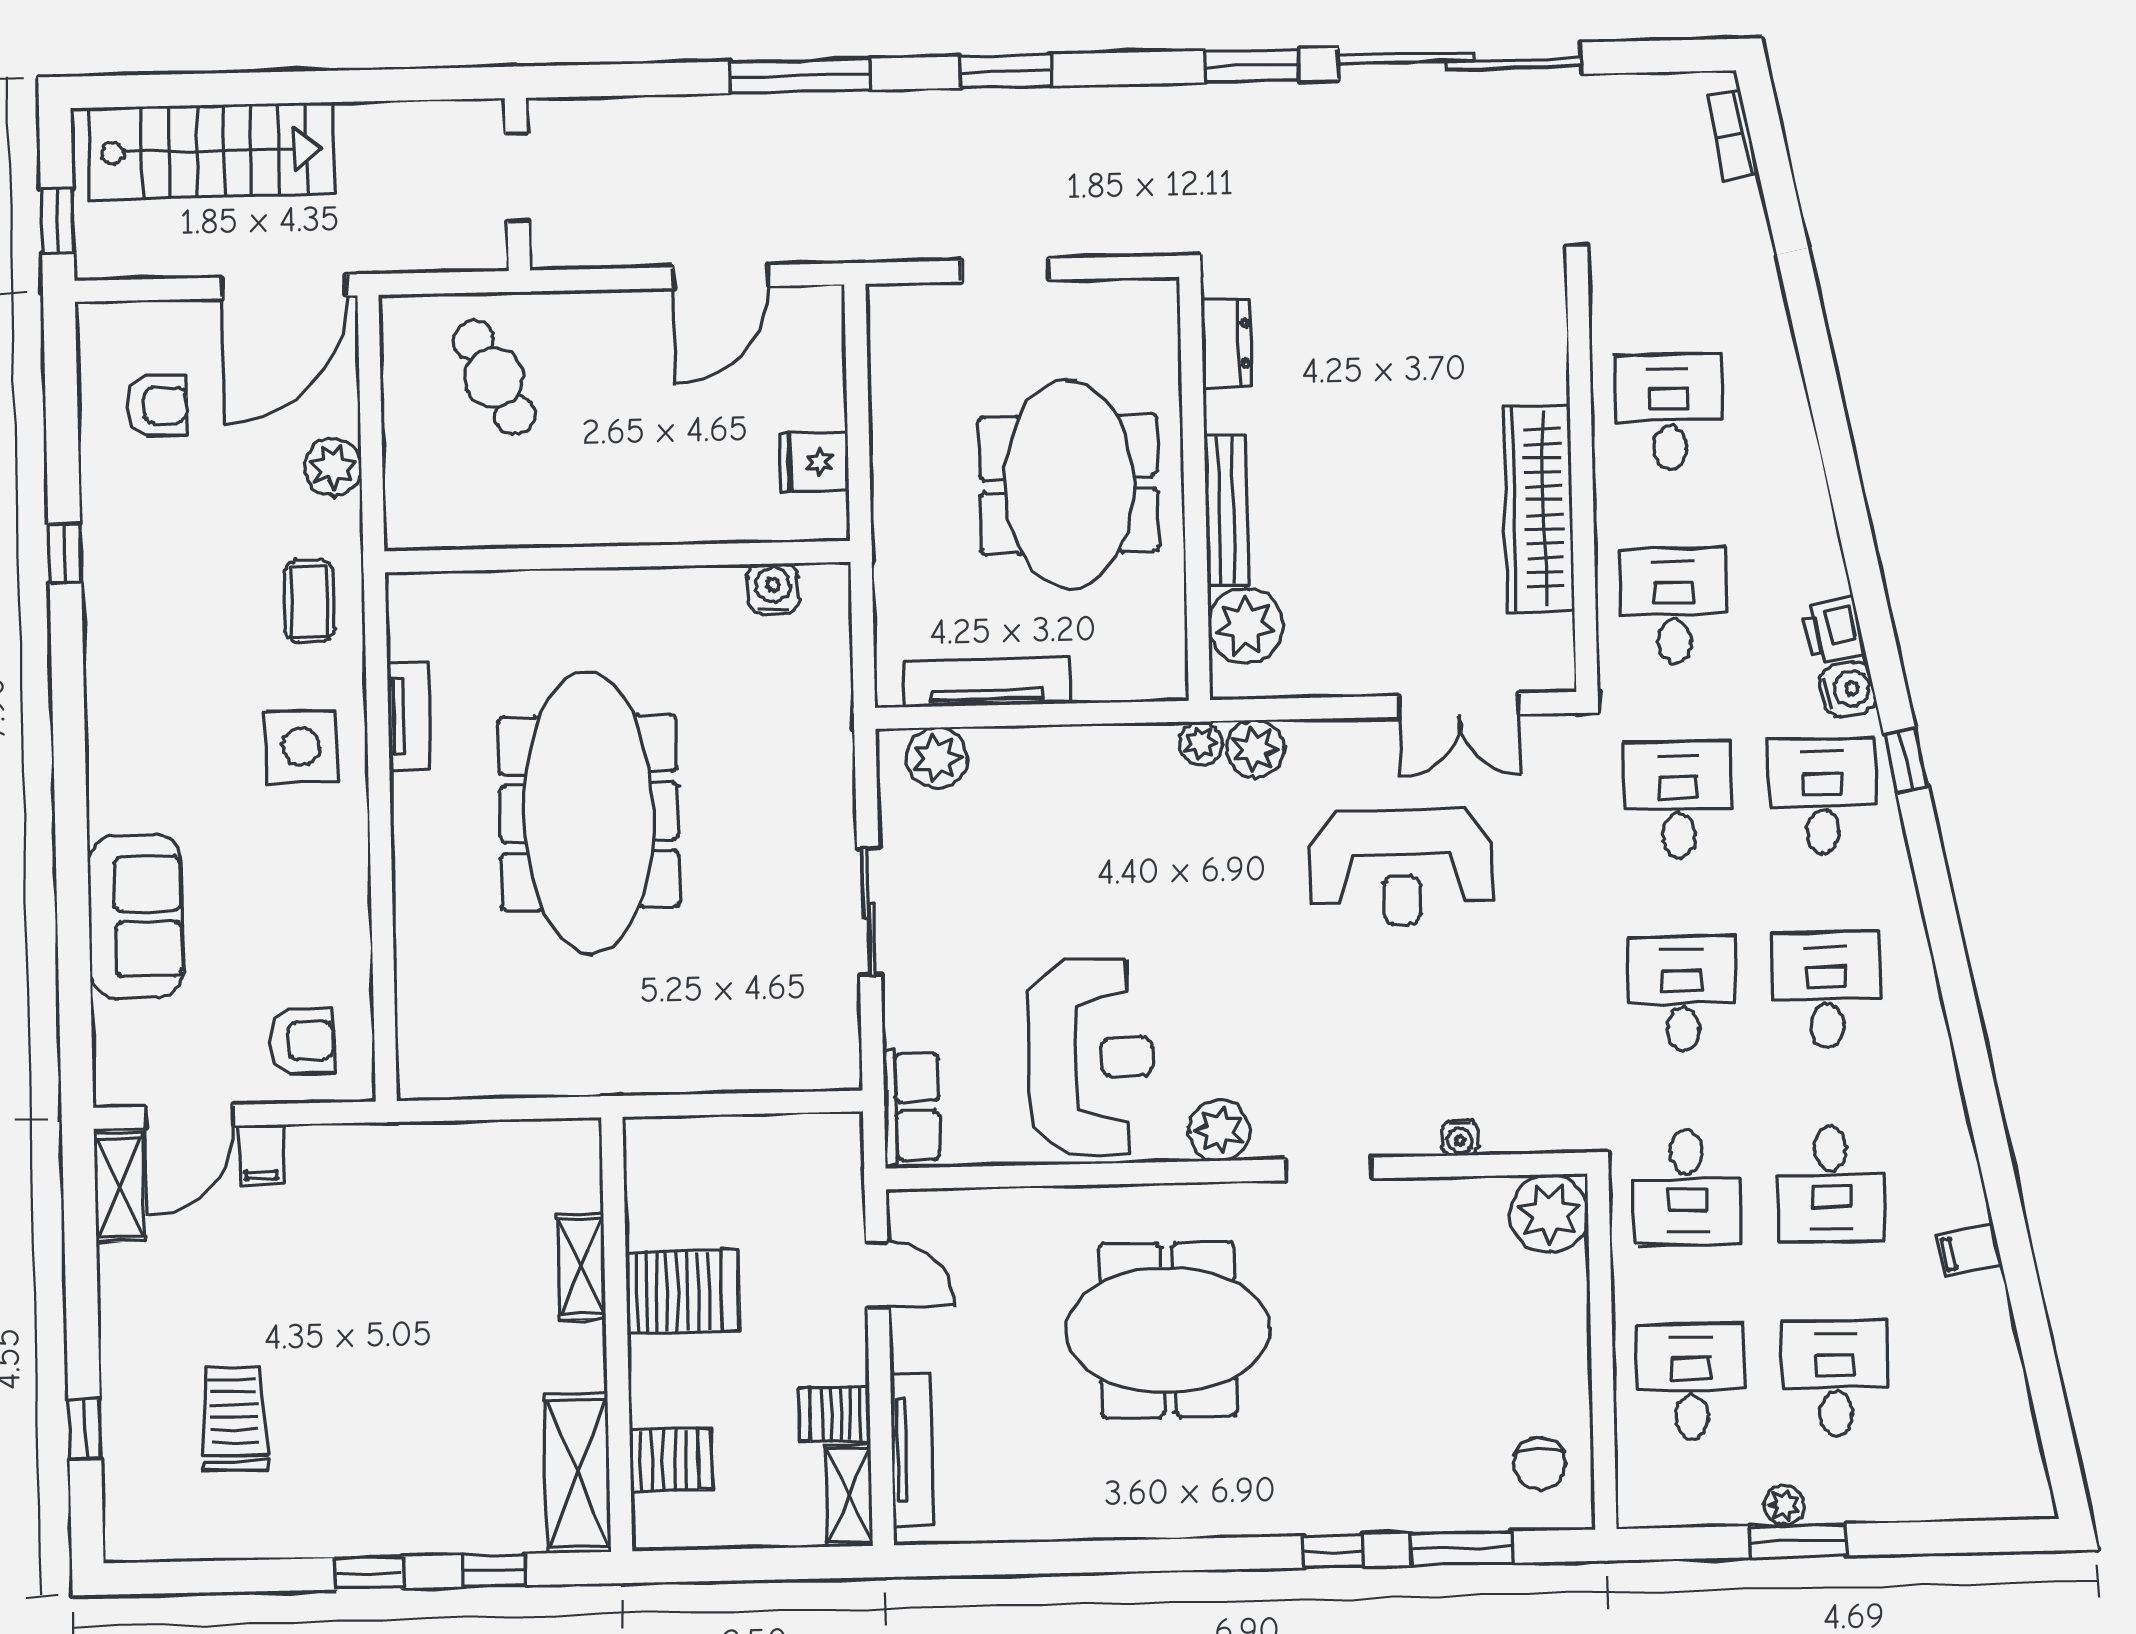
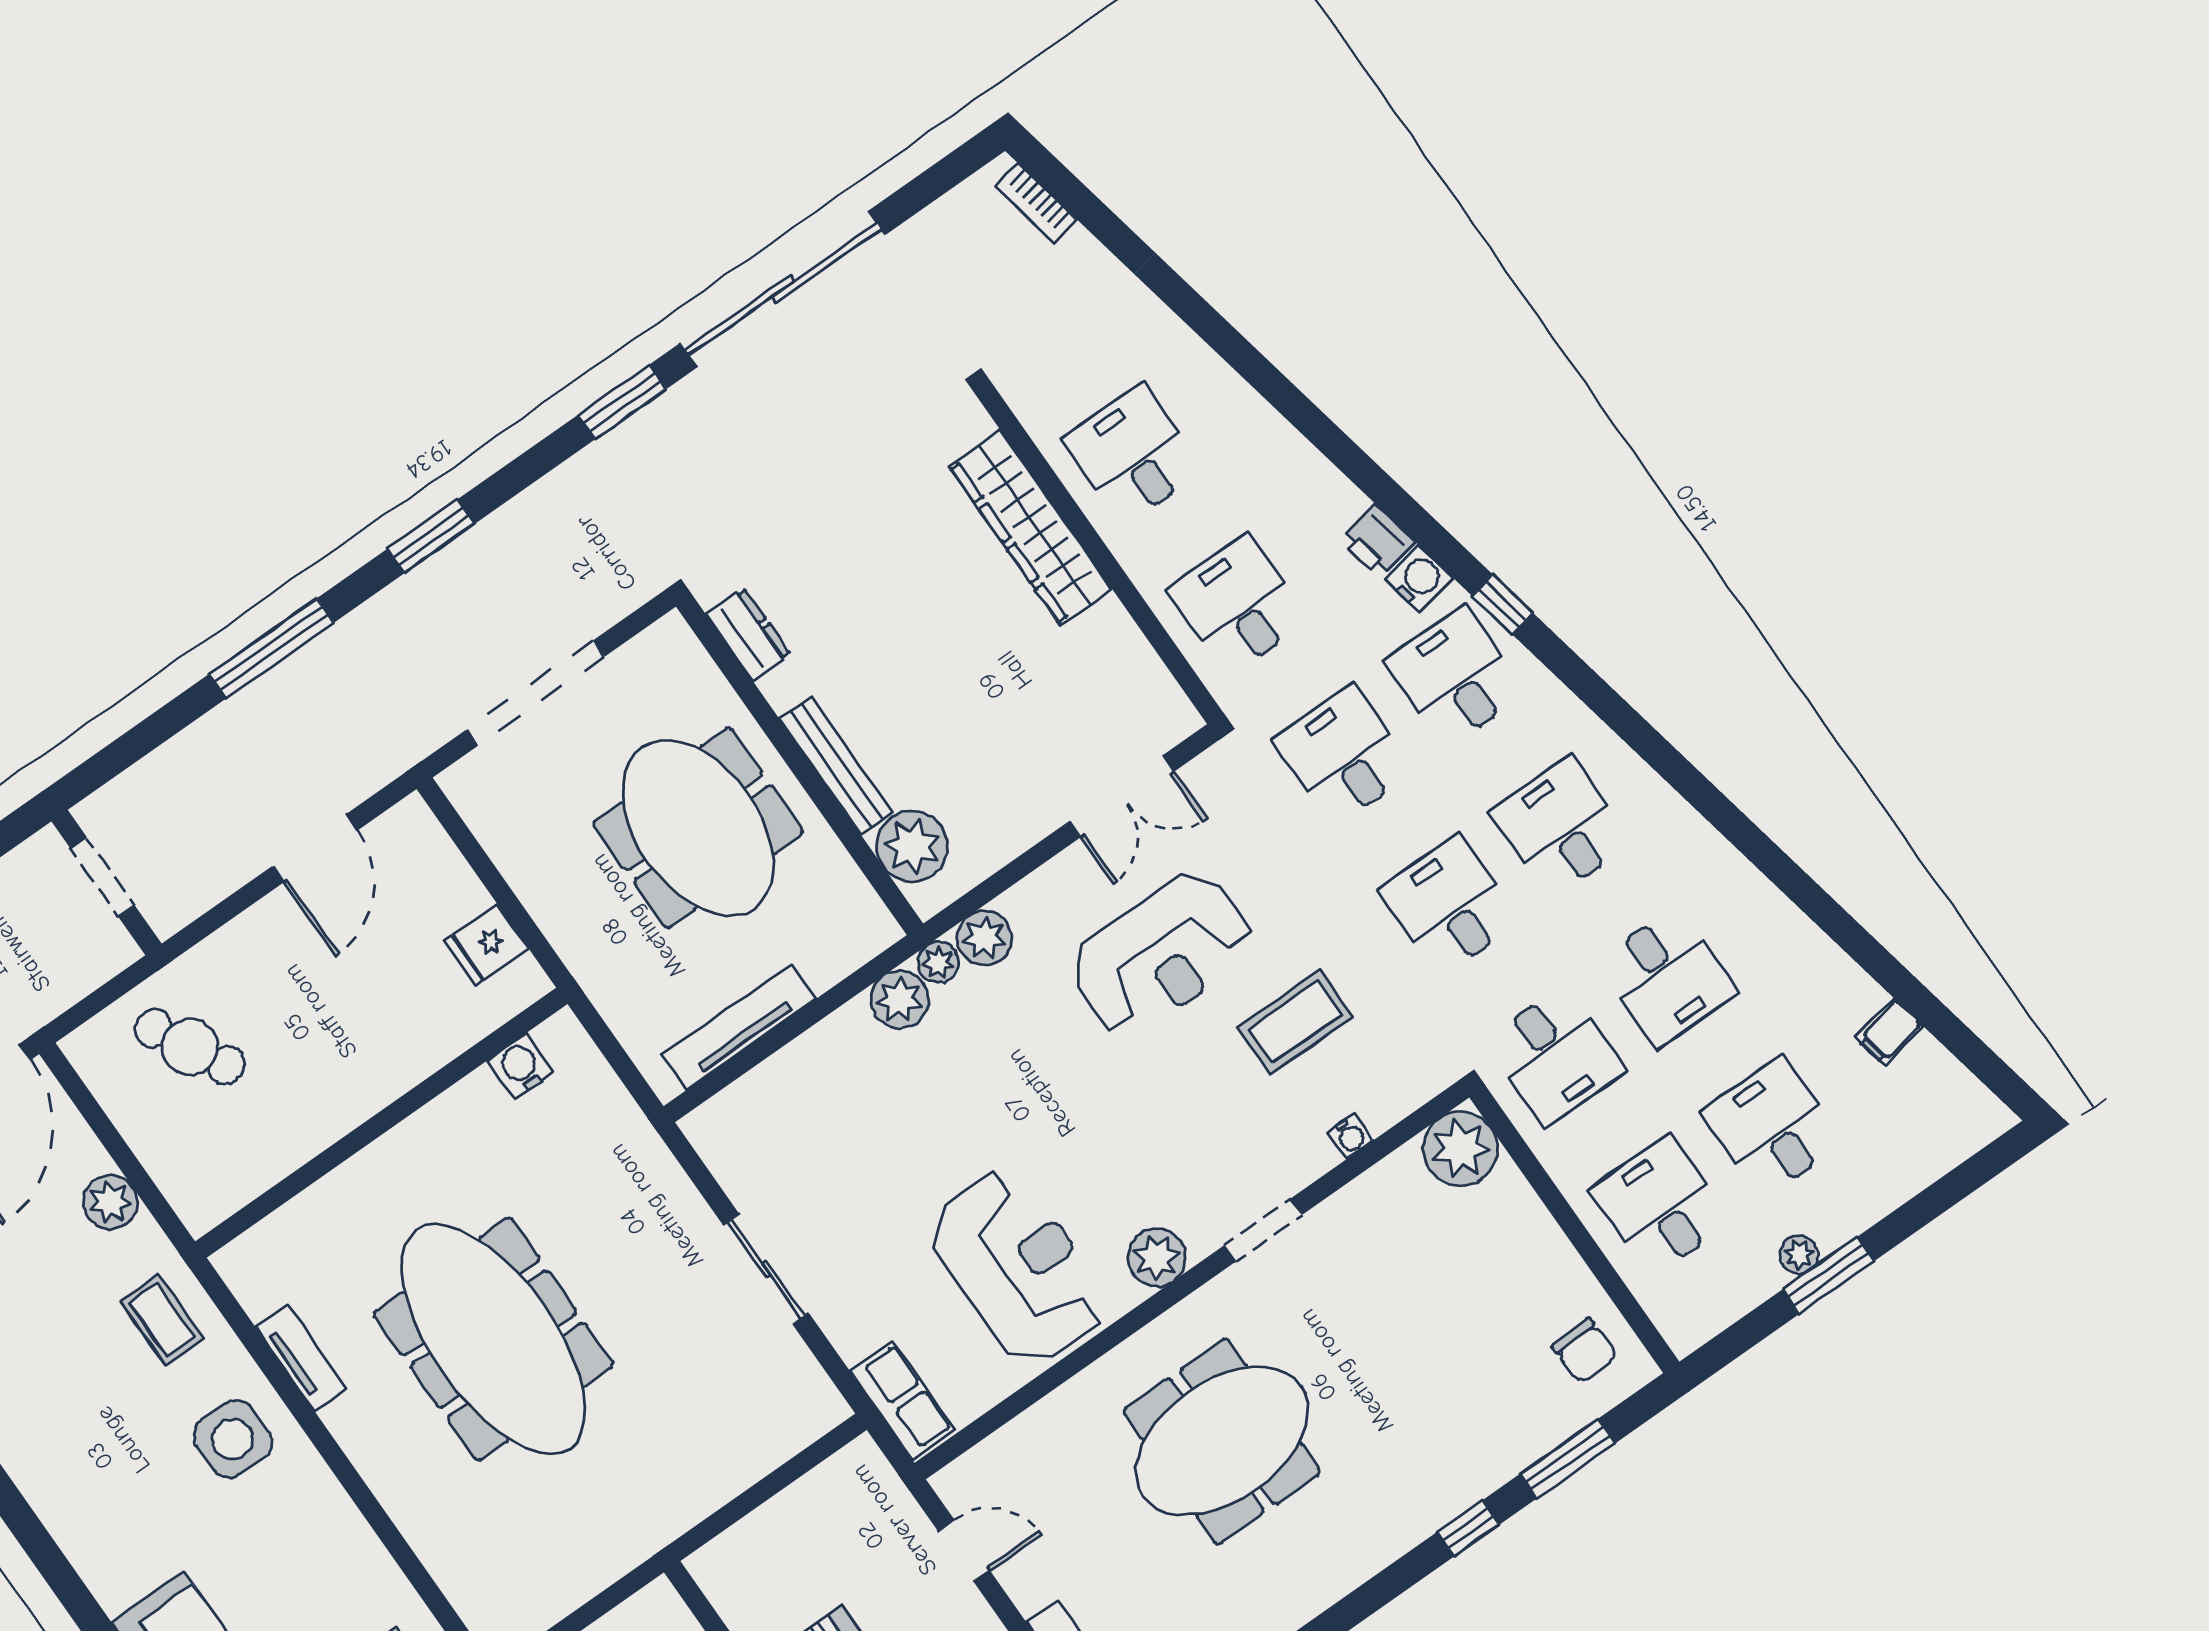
doorway: (1005, 270) -> (535, 693), width x1.87
wardrobe: (1539, 508) -> (1030, 528), moved
plant: (937, 758) -> (900, 1000), moved
coffee table: (1478, 1005) -> (1295, 1022), added
filing cabinet: (1969, 1250) -> (1889, 1032), moved

